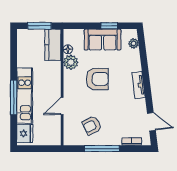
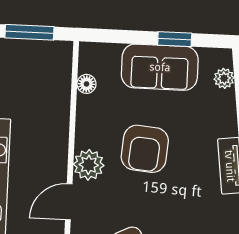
kitchen counter: (53, 45) -> (56, 73), removed
plant: (71, 62) -> (89, 165), moved
armchair: (97, 79) -> (145, 149), turned 95

